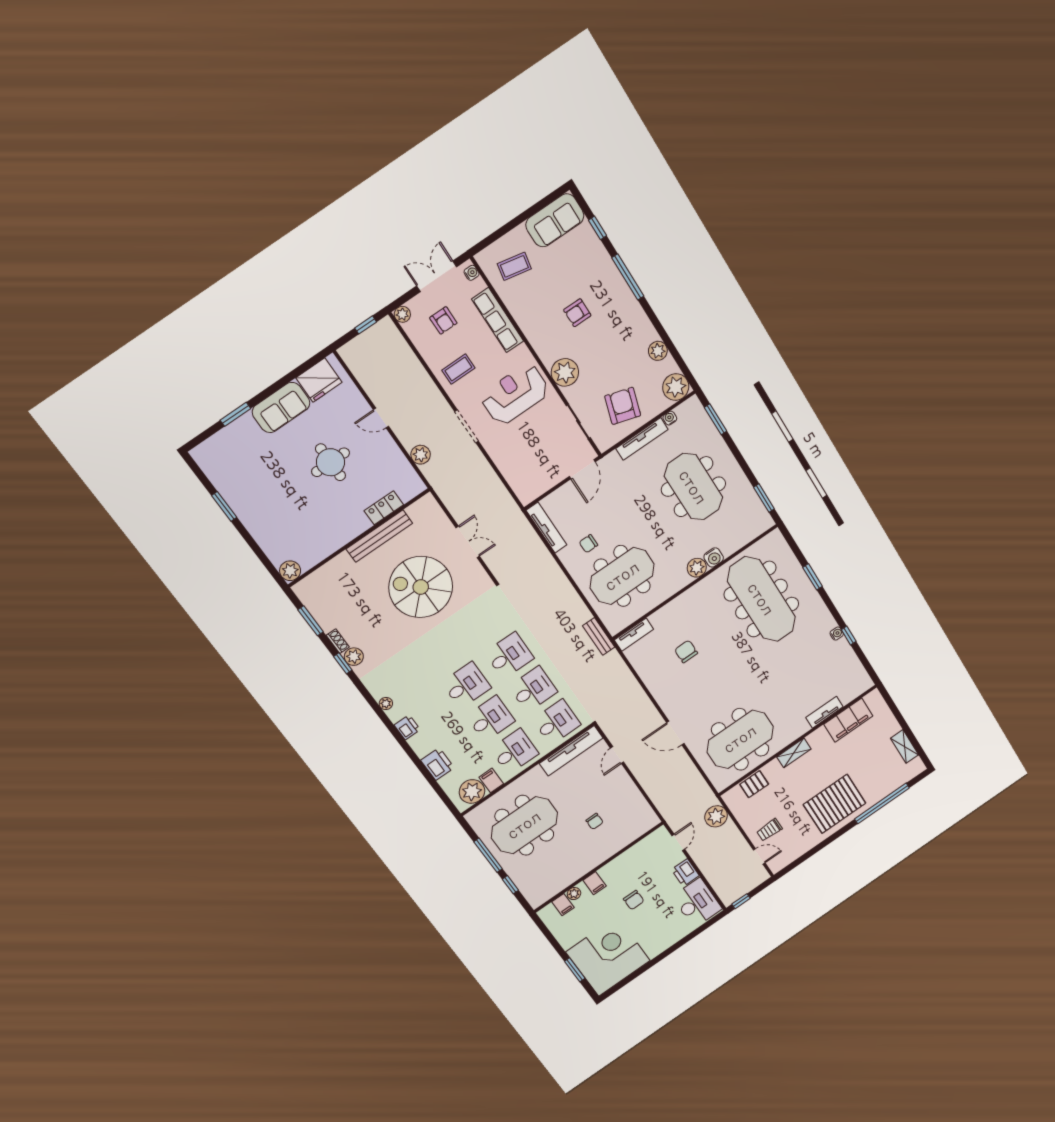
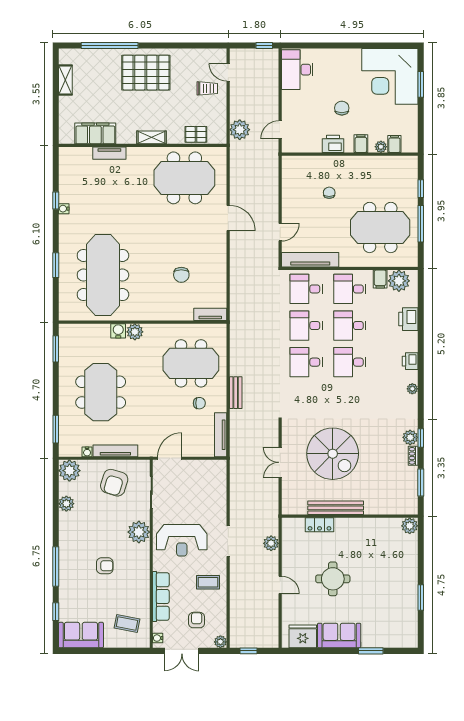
bench: (599, 636) -> (236, 393), moved
printer: (685, 873) -> (333, 144), moved, turned -90

